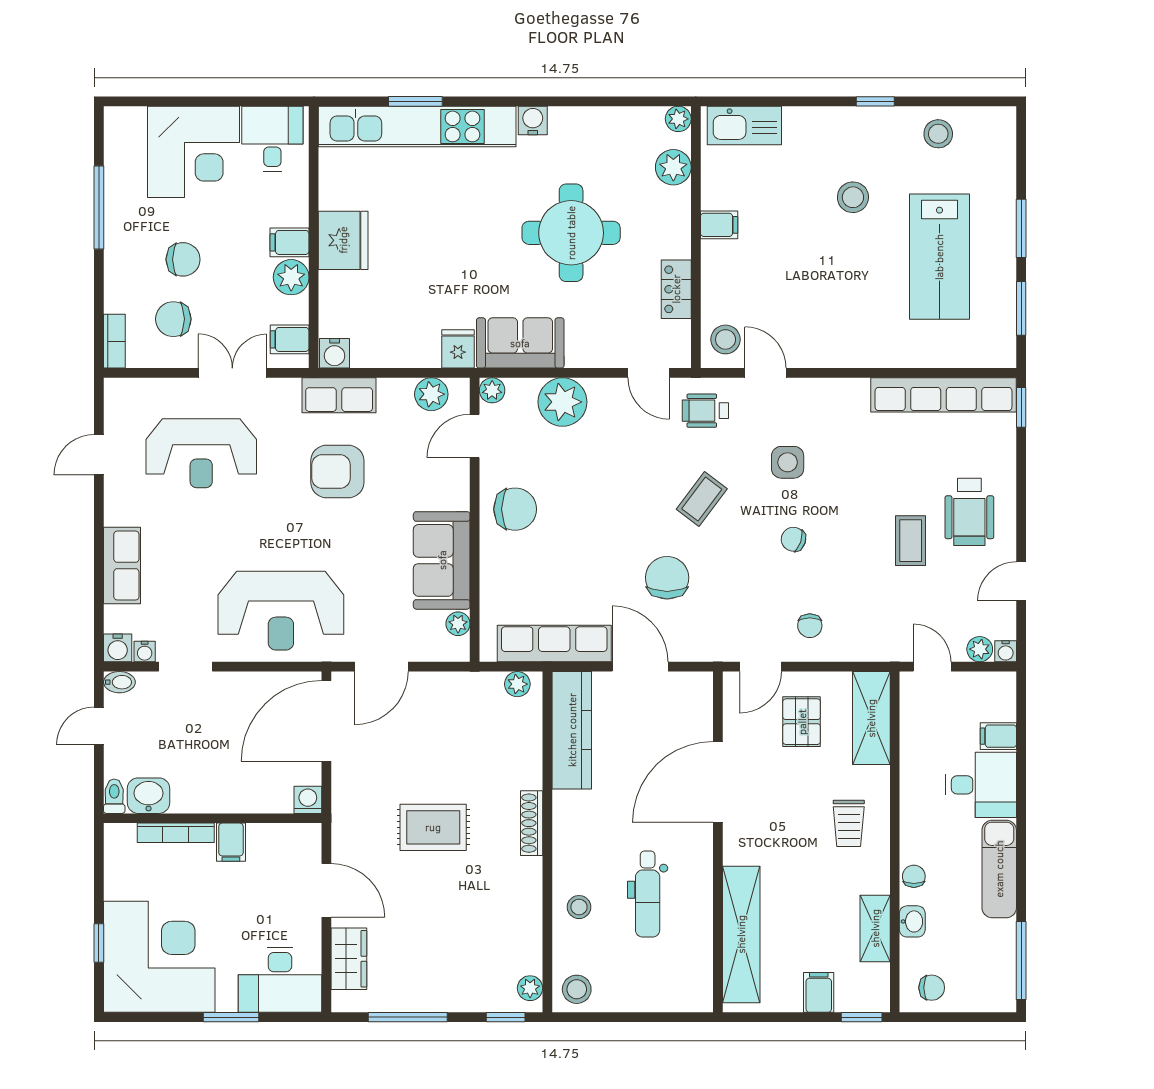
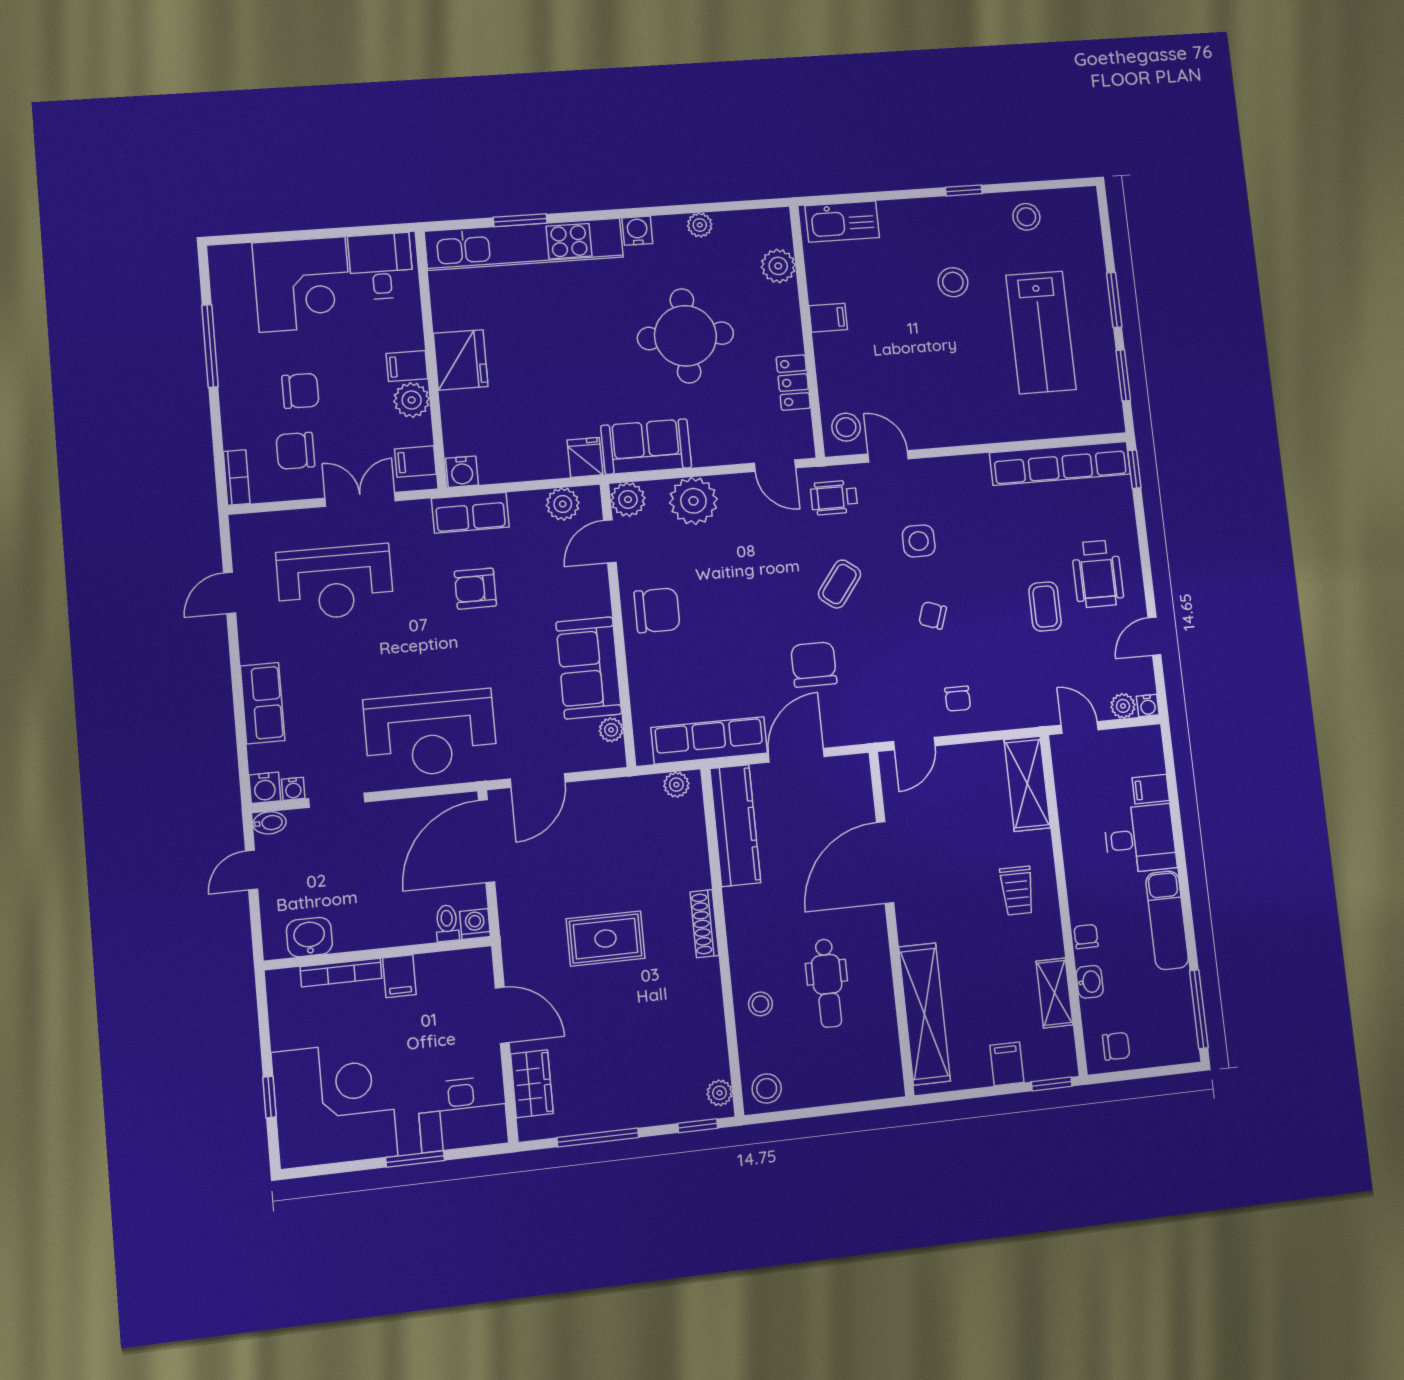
plant: (678, 119) -> (700, 225), moved
plant: (492, 390) -> (628, 499), width x1.38, depth x1.38
armchair: (337, 472) -> (475, 589), width x0.72, depth x0.72
door: (640, 667) -> (796, 755), hinge flipped
pallet: (802, 722) -> (960, 794), removed
toilet: (114, 796) -> (447, 923), moved

